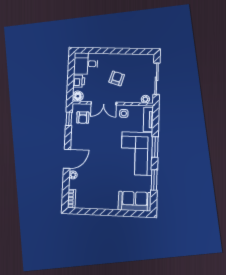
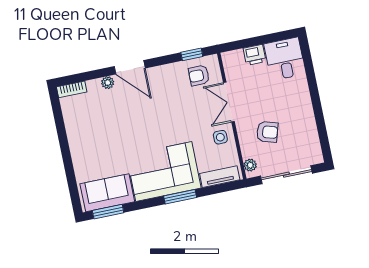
armchair: (117, 78) -> (267, 132), moved
floor lamp: (78, 96) -> (230, 59), removed
window: (154, 180) -> (108, 212), moved
sofa: (135, 201) -> (107, 193), moved, turned -90

